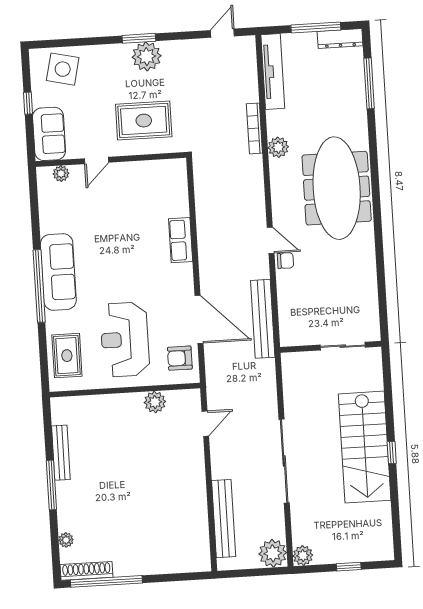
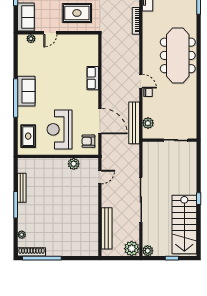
plant: (278, 147) -> (148, 123), moved
sofa: (58, 272) -> (26, 91), width x0.73
stairs: (365, 447) -> (184, 224), moved

